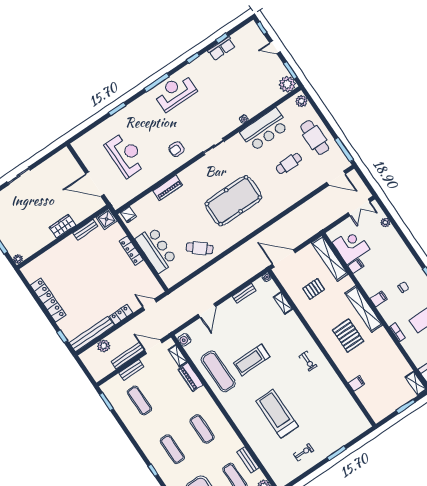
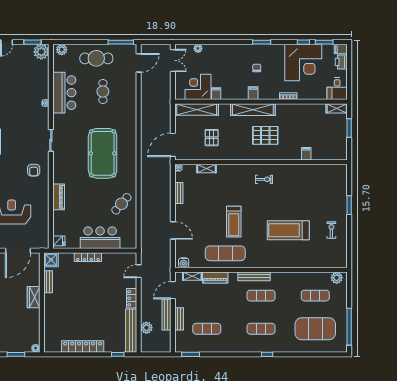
bench: (248, 460) -> (254, 276), moved, width x1.36

